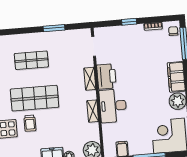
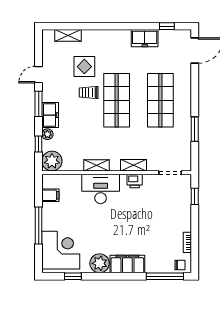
window: (129, 22) -> (195, 196), moved
shop shelf: (31, 60) -> (160, 100), width x1.43, depth x1.36
printer: (106, 76) -> (135, 181), width x0.53, depth x0.68

